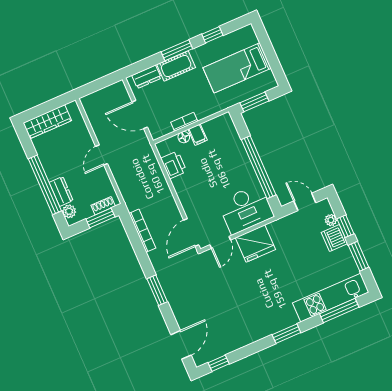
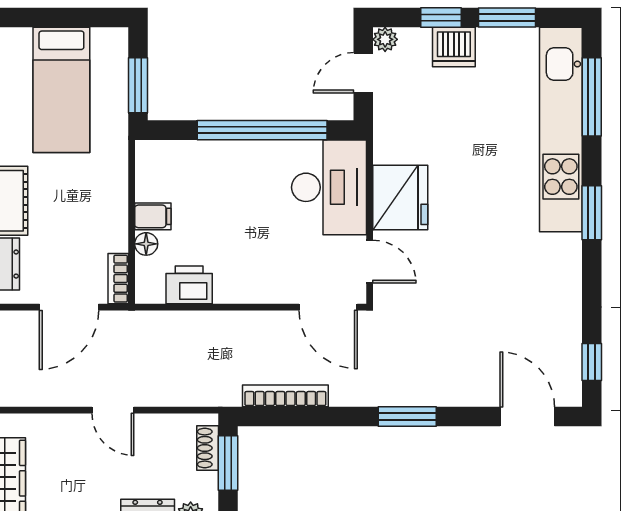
bookcase: (184, 122) -> (118, 279), moved
plant: (331, 220) -> (385, 39), moved
kitchen unit: (331, 298) -> (561, 129), width x1.36

